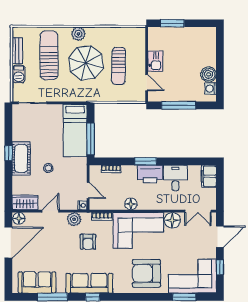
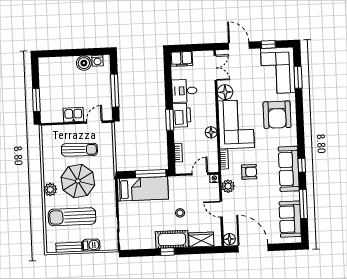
wardrobe: (25, 202) -> (201, 240), moved, turned 90

